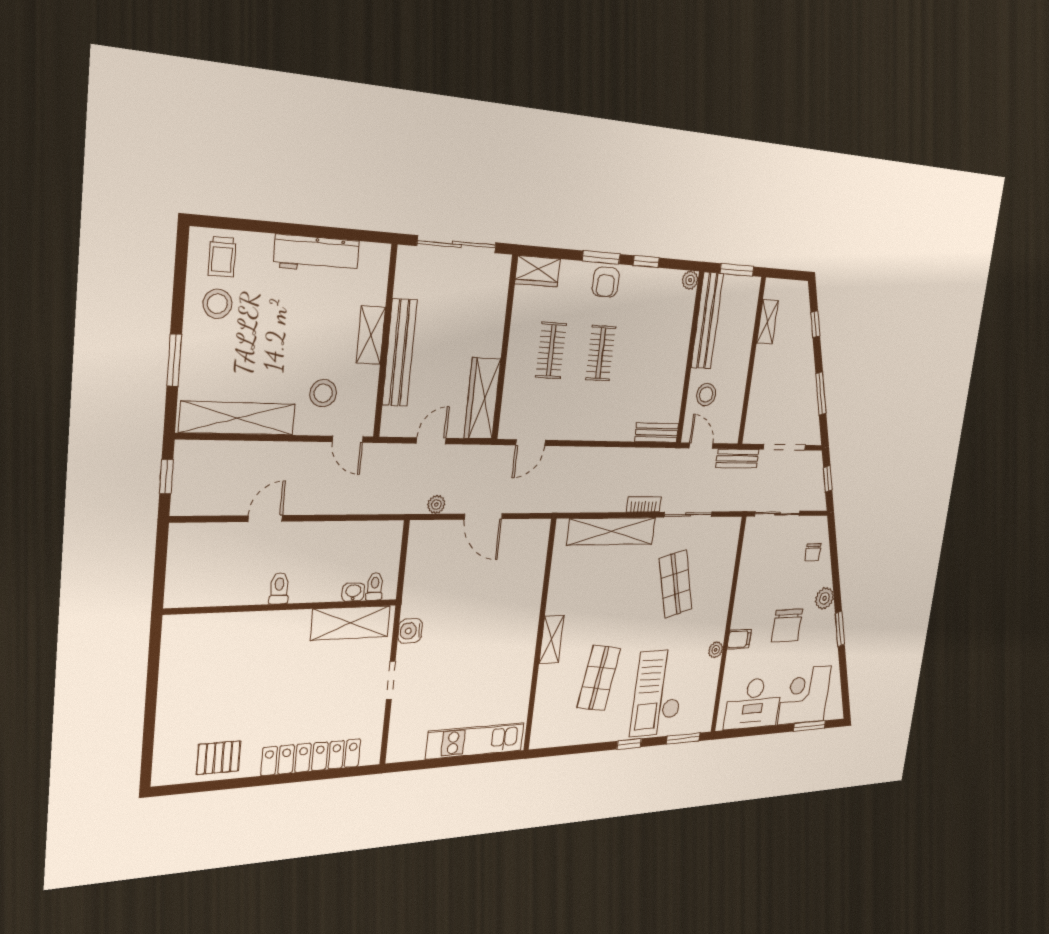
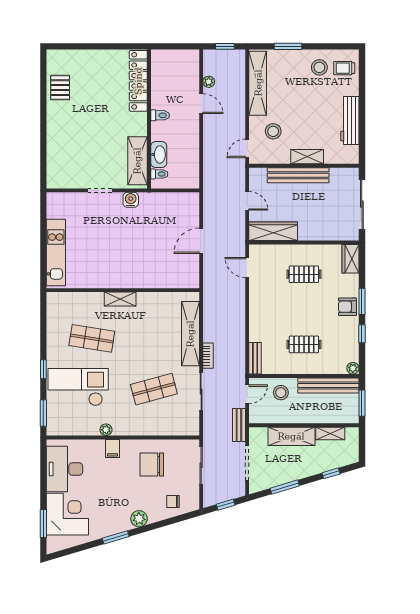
clothes rail: (601, 353) -> (304, 344), moved
shelving: (763, 381) -> (291, 436), added
plant: (436, 505) -> (209, 82), moved
washbasin: (353, 592) -> (159, 155), width x1.91, depth x1.45
chair: (787, 626) -> (152, 465), moved
locker: (311, 757) -> (138, 81), moved, turned 180

